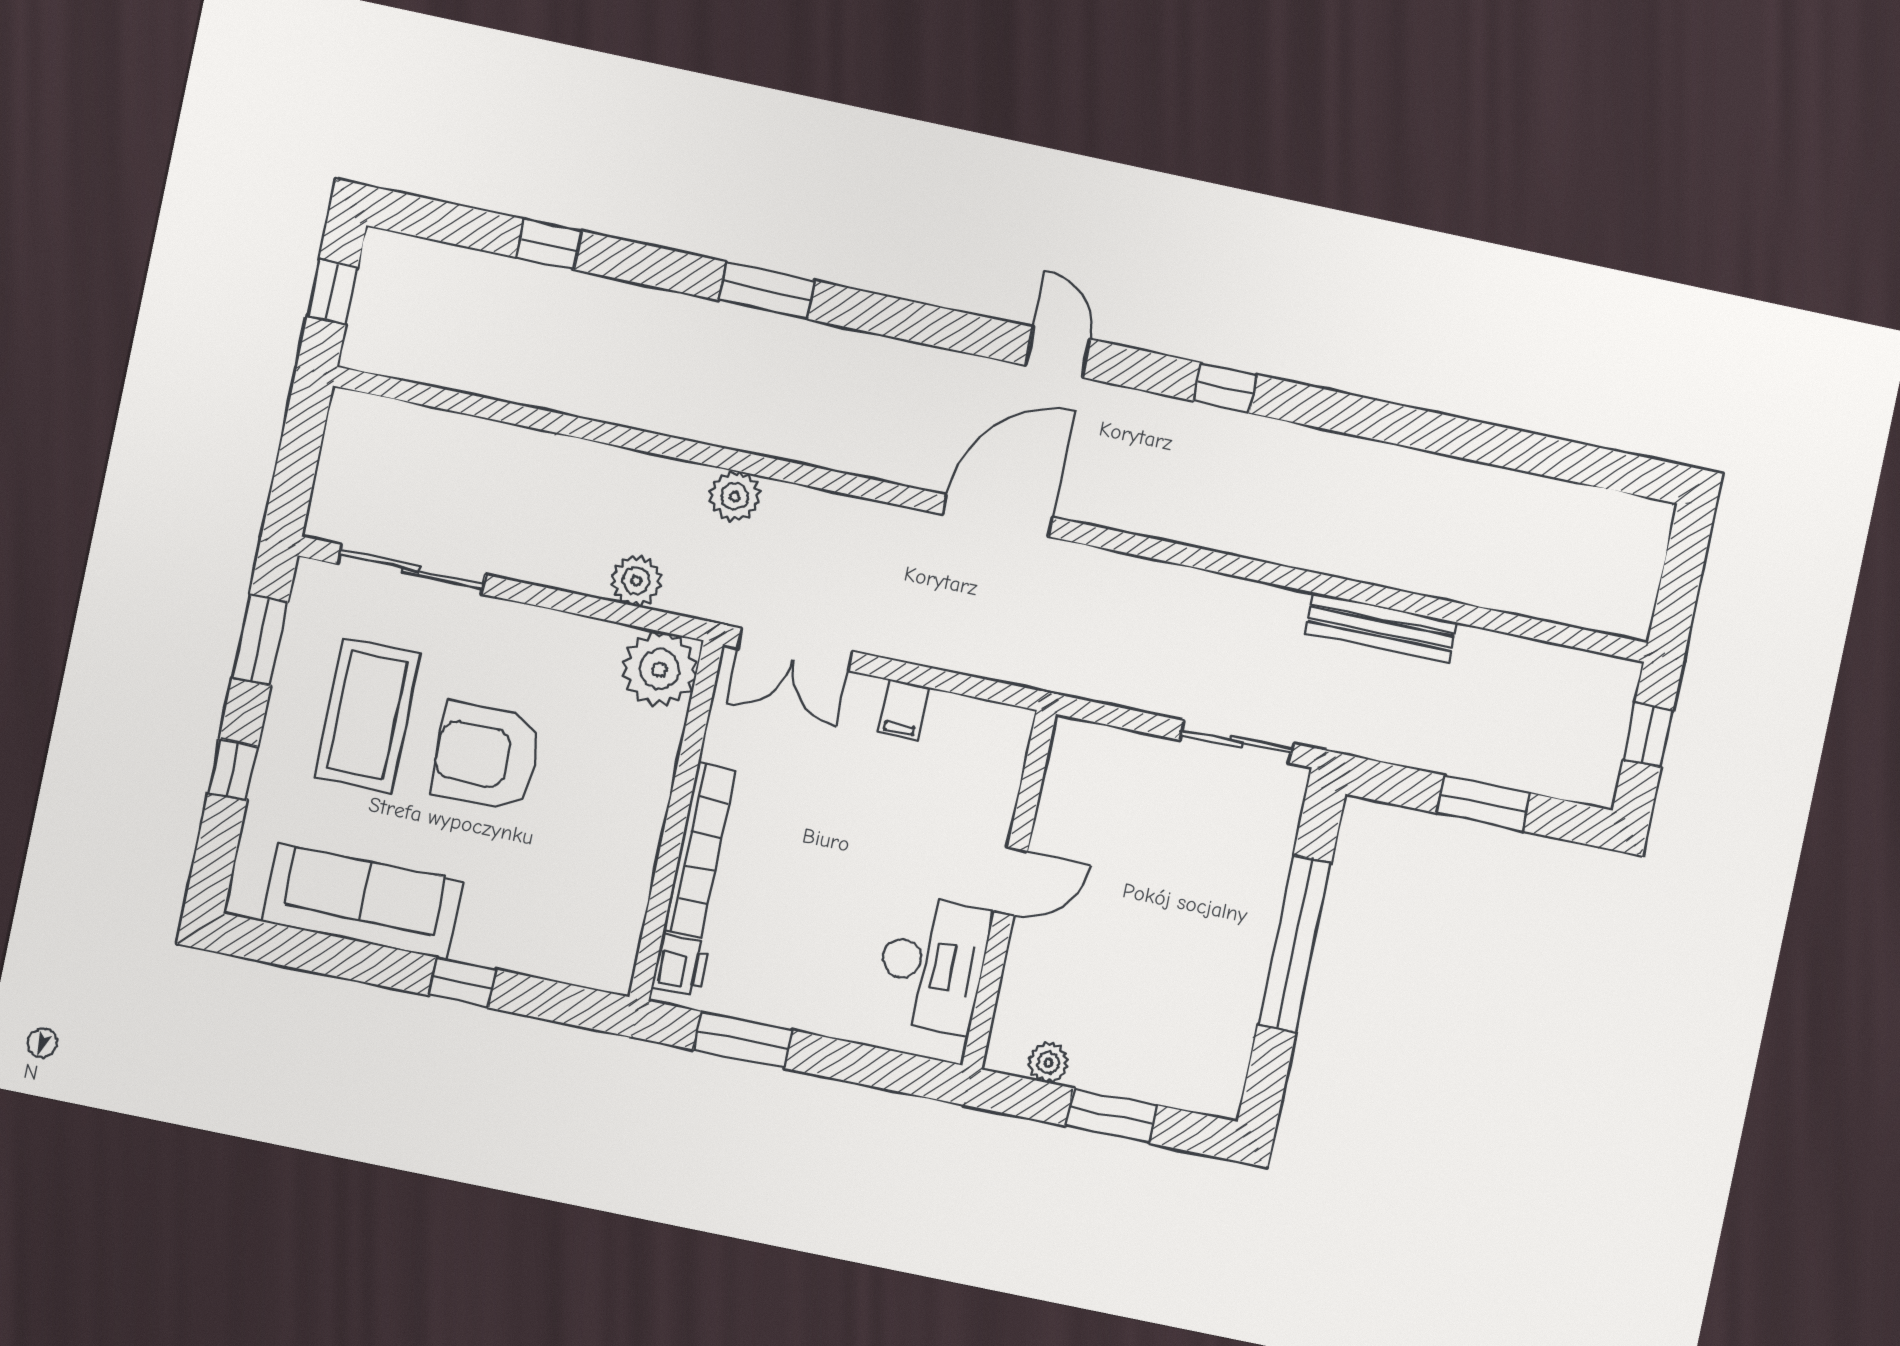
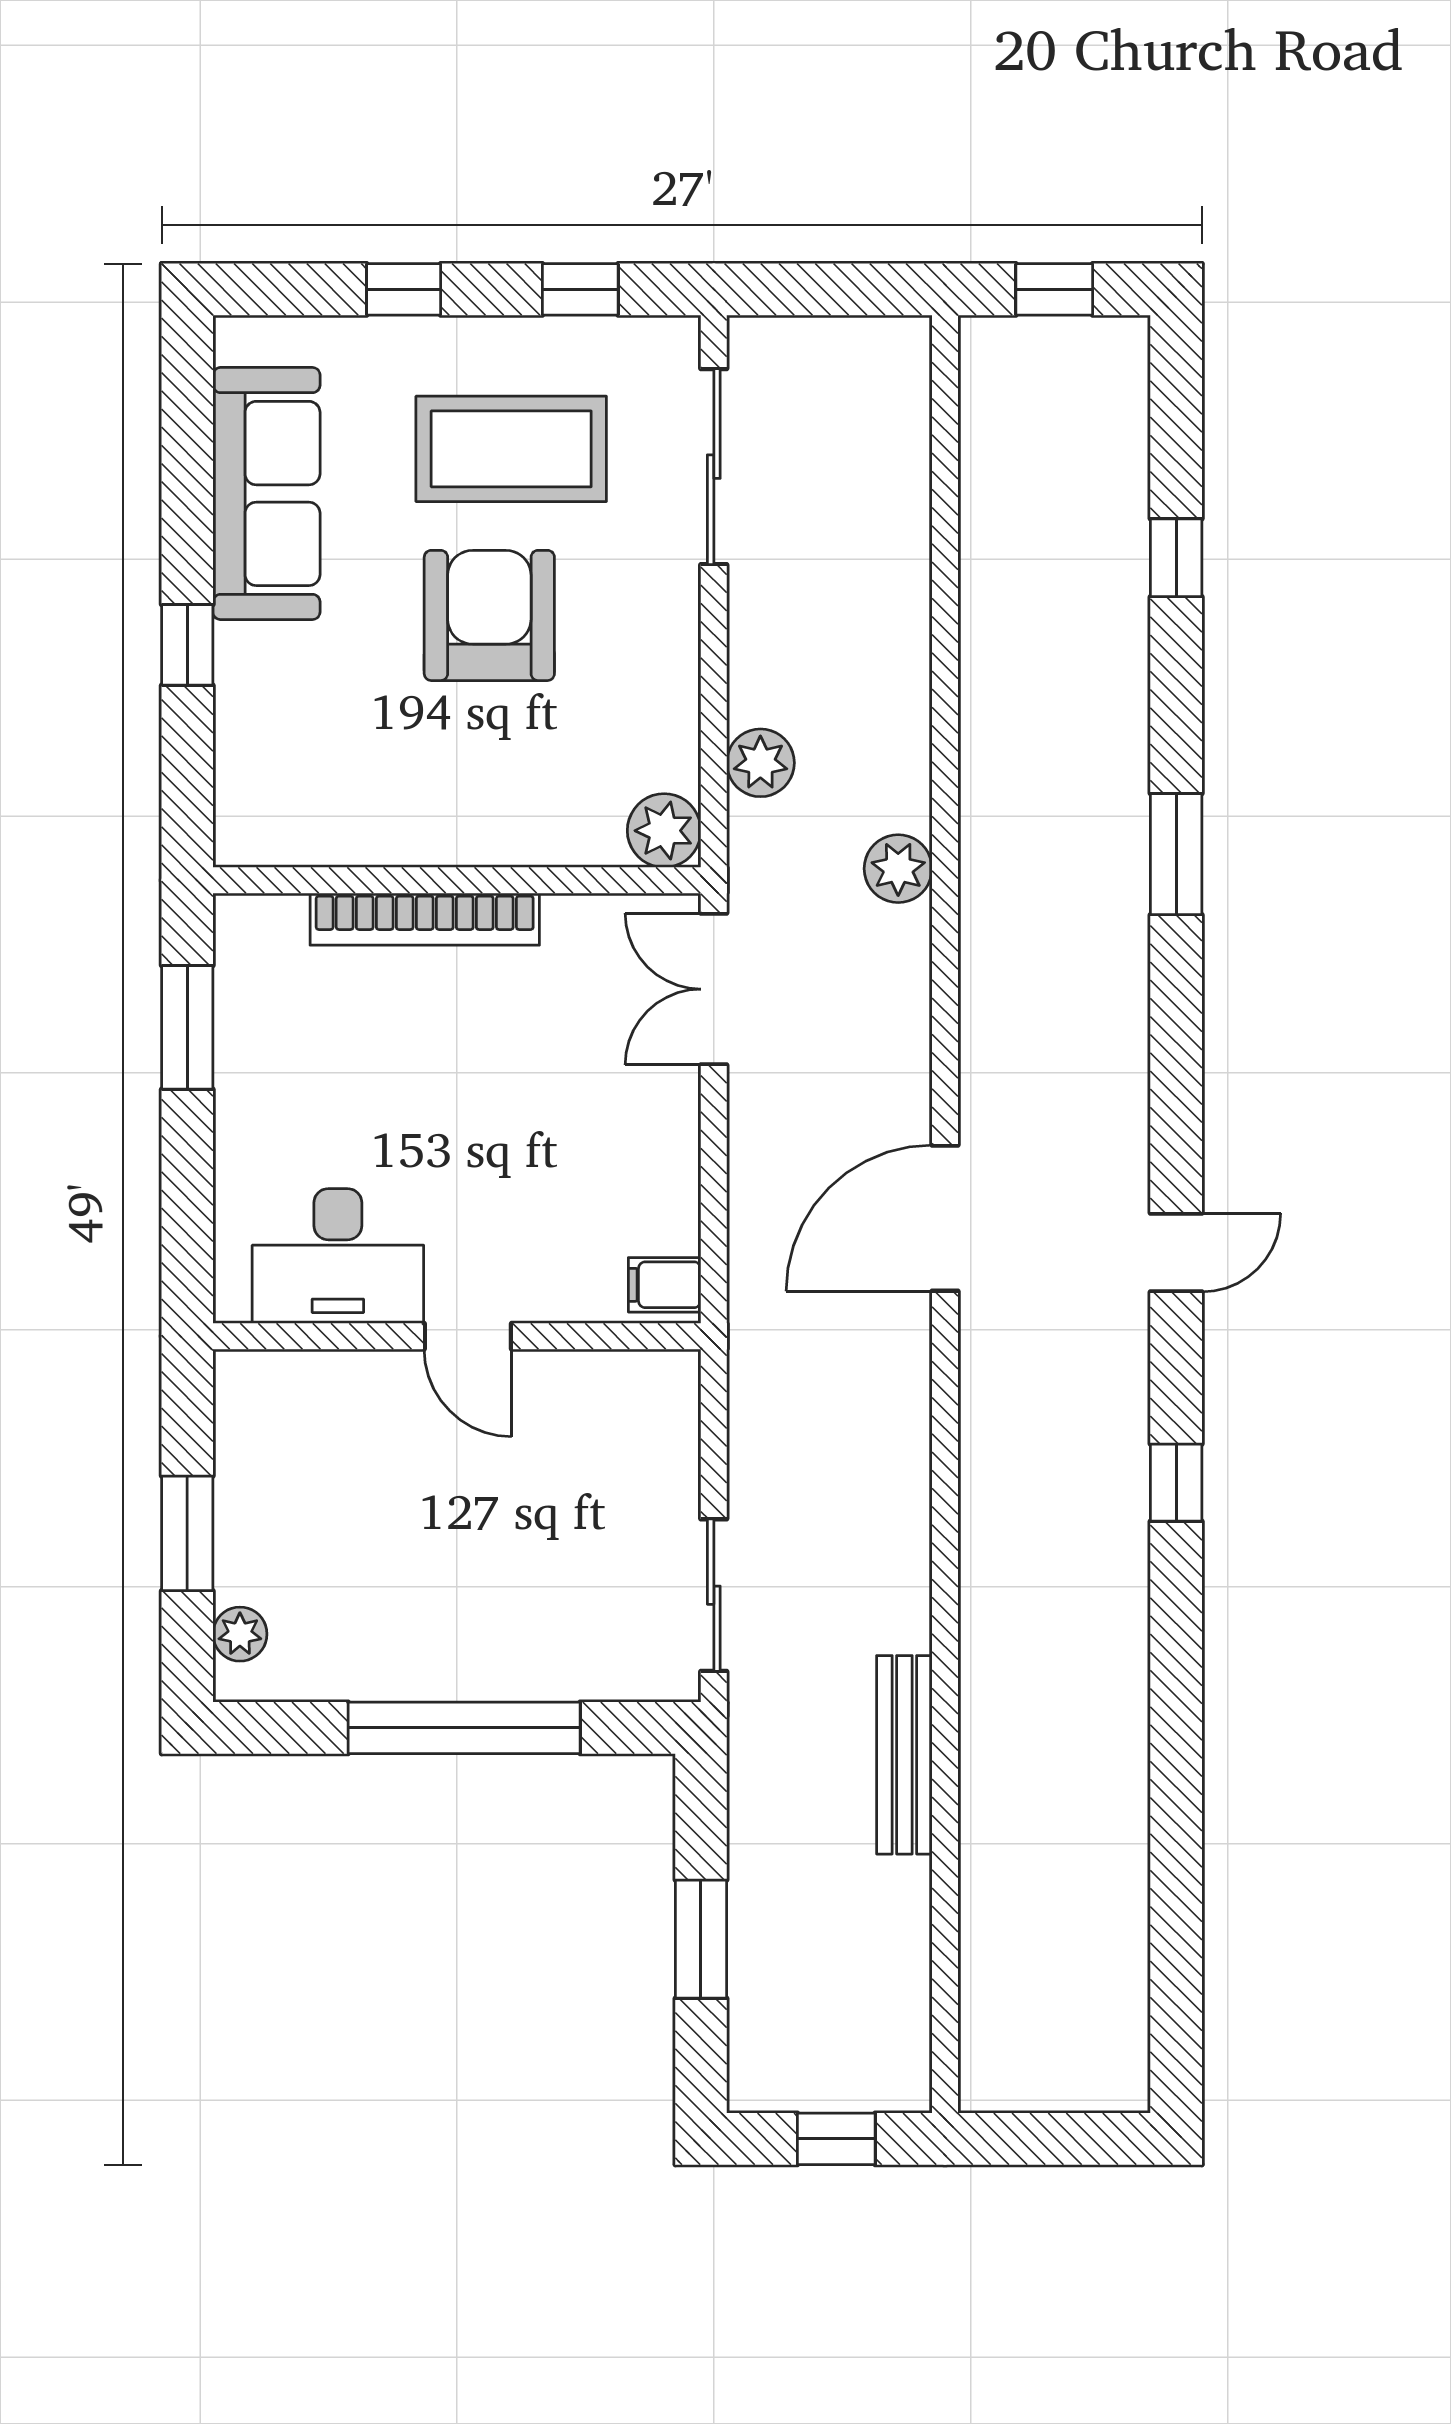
door: (997, 516) -> (945, 1218), swing flipped
window: (260, 640) -> (580, 289), width x0.67
plant: (659, 669) -> (664, 831), width x0.73, depth x0.73
filing cabinet: (903, 710) -> (665, 1285), moved
printer: (681, 965) -> (268, 926), removed
plant: (1048, 1063) -> (240, 1634), moved

